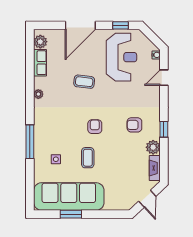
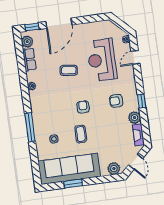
window: (121, 25) -> (32, 27), moved
reception desk: (121, 57) -> (102, 60), moved, turned 180
plant: (121, 203) -> (114, 169), added

